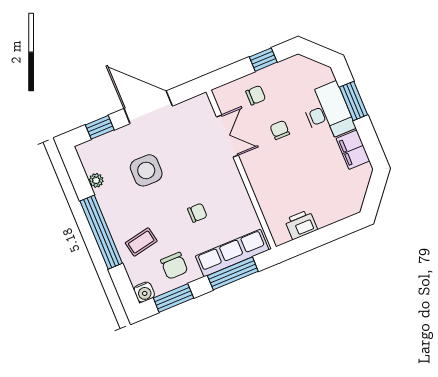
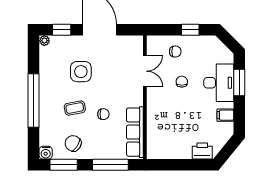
filing cabinet: (353, 150) -> (225, 115), width x0.50
plant: (96, 180) -> (44, 41), moved
printer: (301, 225) -> (202, 151), moved
coffee table: (141, 242) -> (75, 108), moved
row of seats: (232, 253) -> (135, 132), moved, turned -90
chair: (174, 266) -> (73, 143), turned 123

